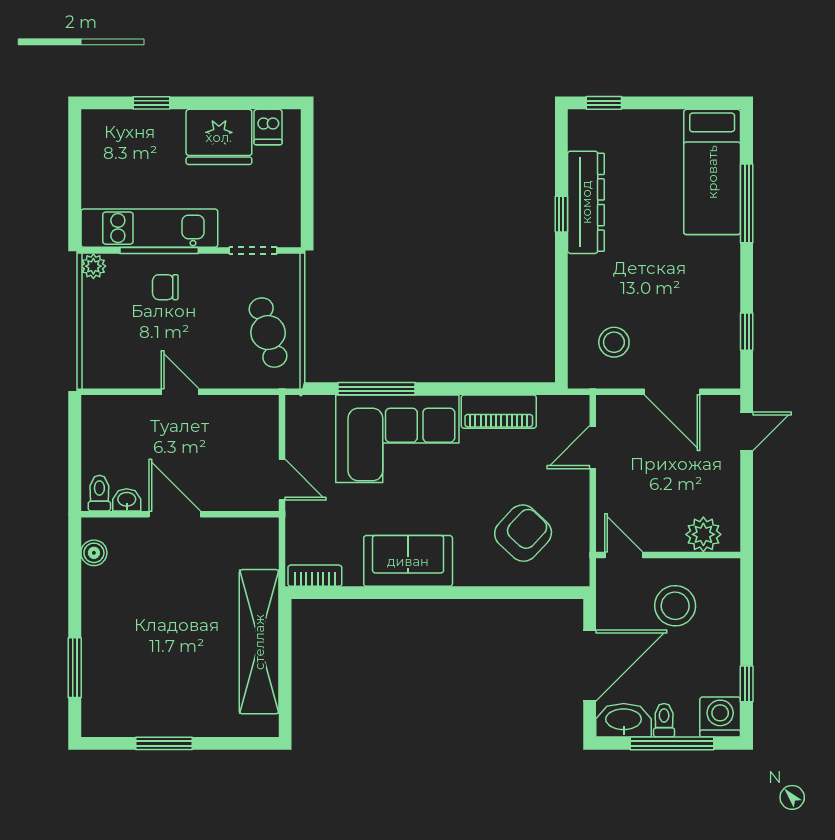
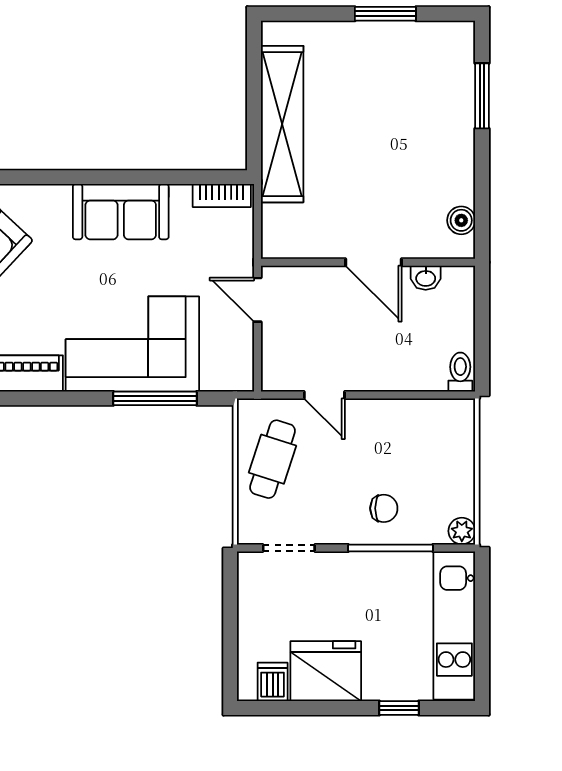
kitchen unit: (149, 228) -> (454, 626), moved, turned 90
cafe table: (268, 333) -> (273, 459), turned 34
door: (180, 392) -> (324, 395), moved
toilet: (99, 493) -> (460, 372), moved, turned 180

